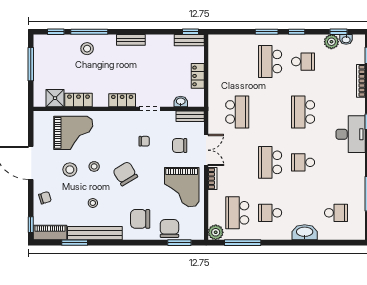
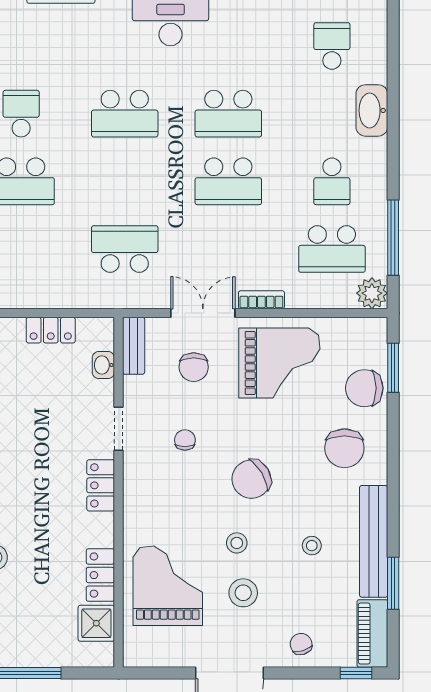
school desk: (303, 162) -> (228, 114), width x1.85

